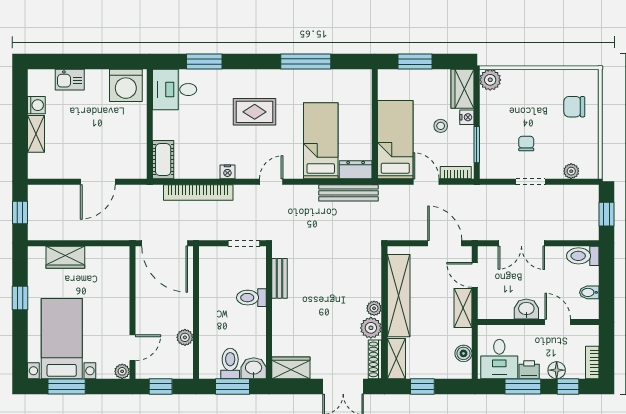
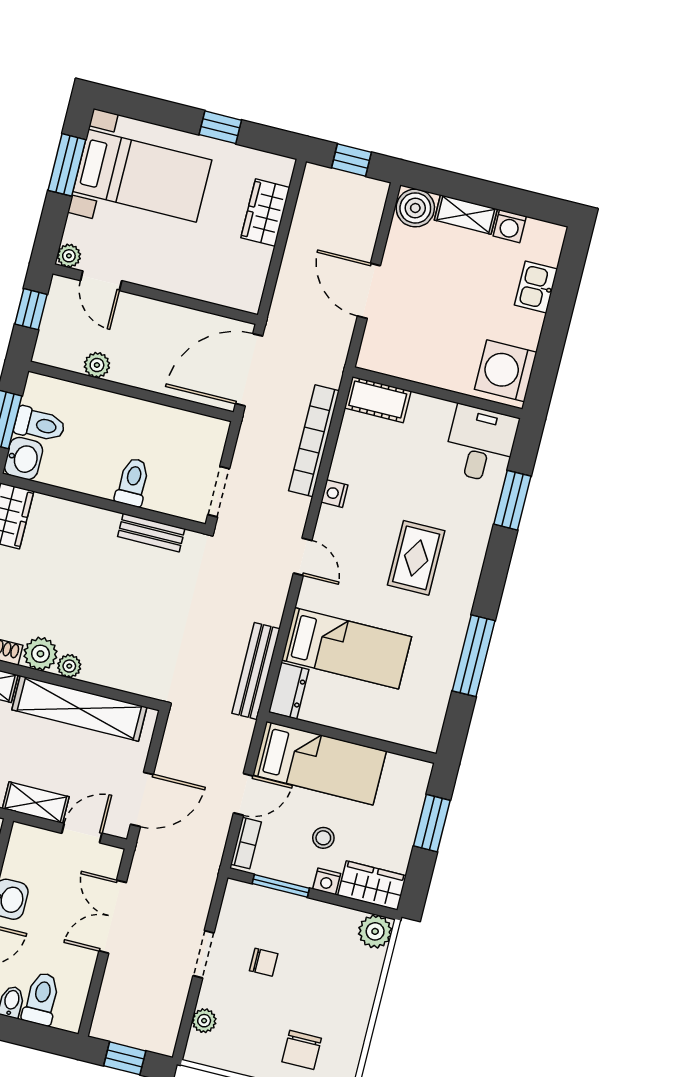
chair: (574, 107) -> (302, 1050), turned 180
boiler: (40, 166) -> (415, 208), added
toilet: (583, 256) -> (41, 999), moved

